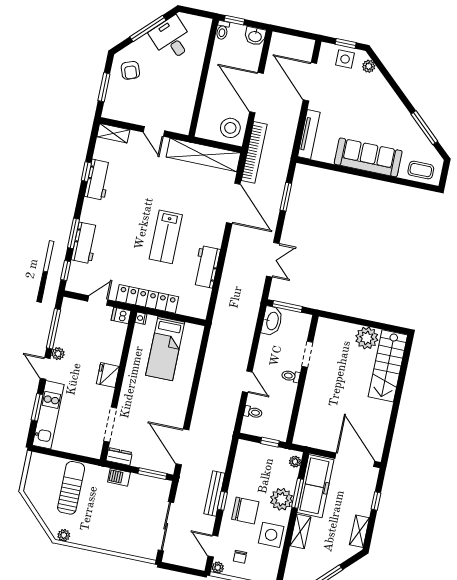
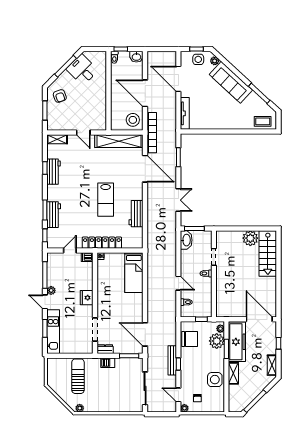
sofa: (368, 157) -> (231, 82), moved, turned -137
bed: (165, 349) -> (134, 273), moved
plant: (281, 499) -> (217, 341), moved
chair: (245, 511) -> (190, 339), moved

